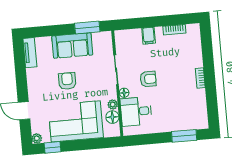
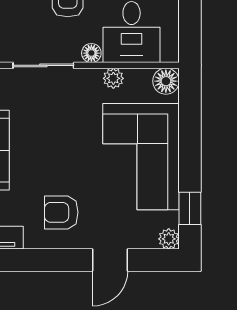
armchair: (67, 81) -> (61, 212), moved
floor lamp: (112, 117) -> (166, 81), moved

